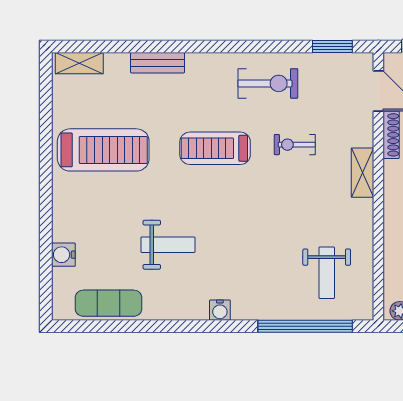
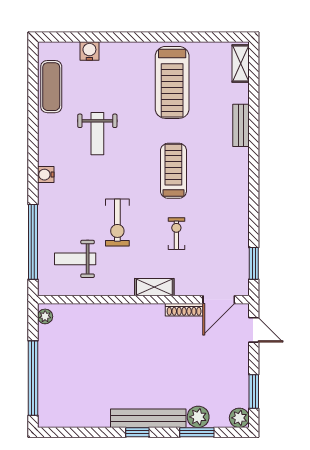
exercise bike: (268, 83) -> (117, 222), moved

